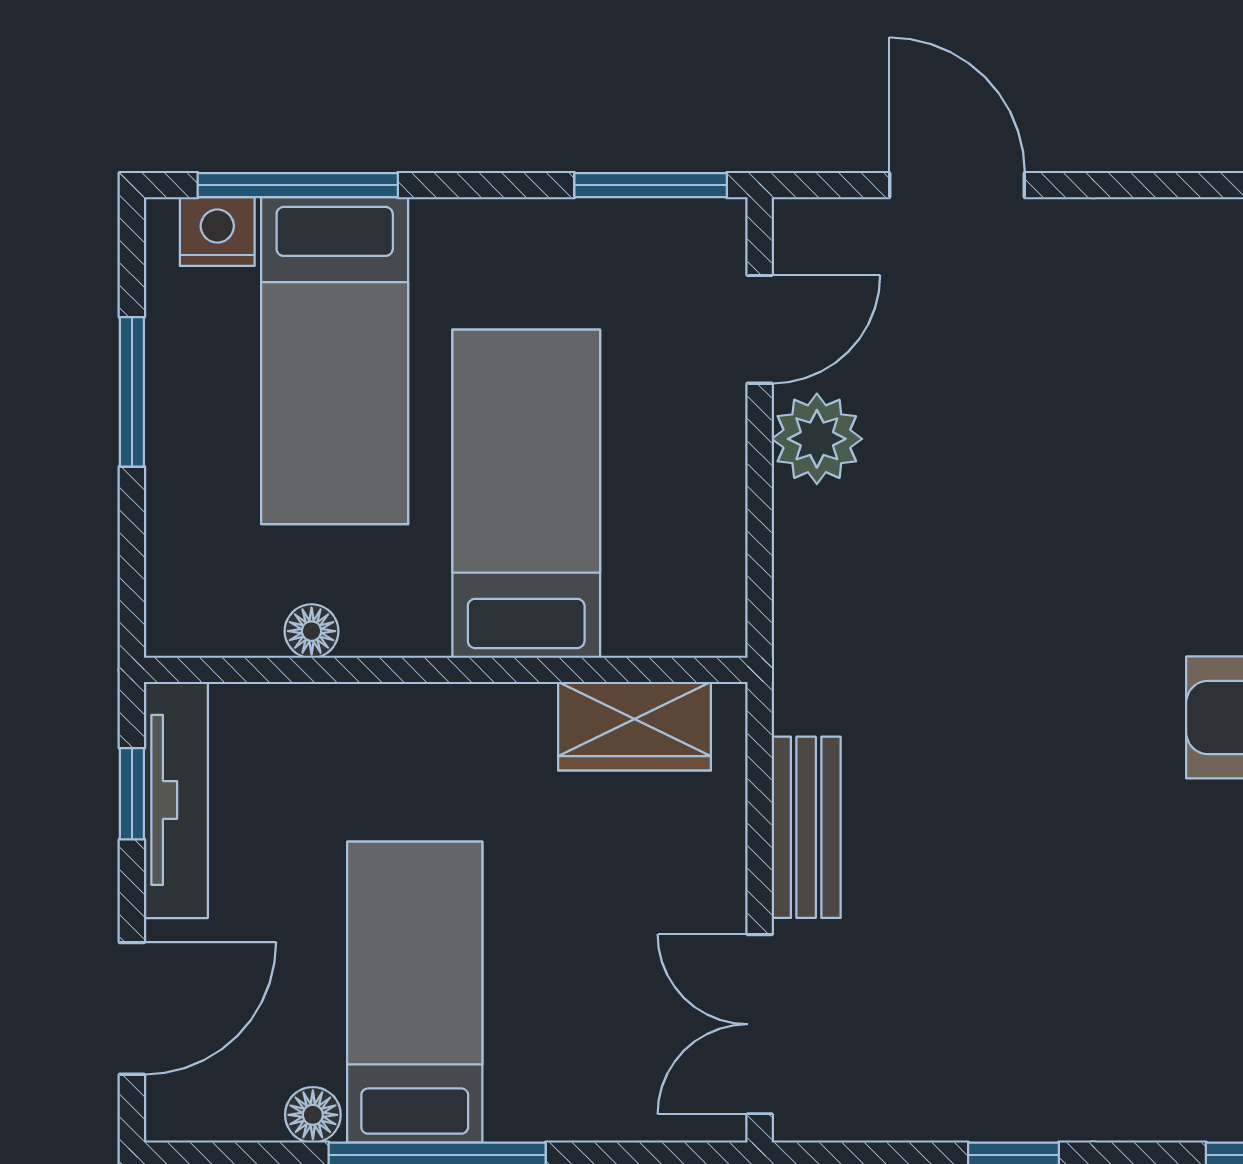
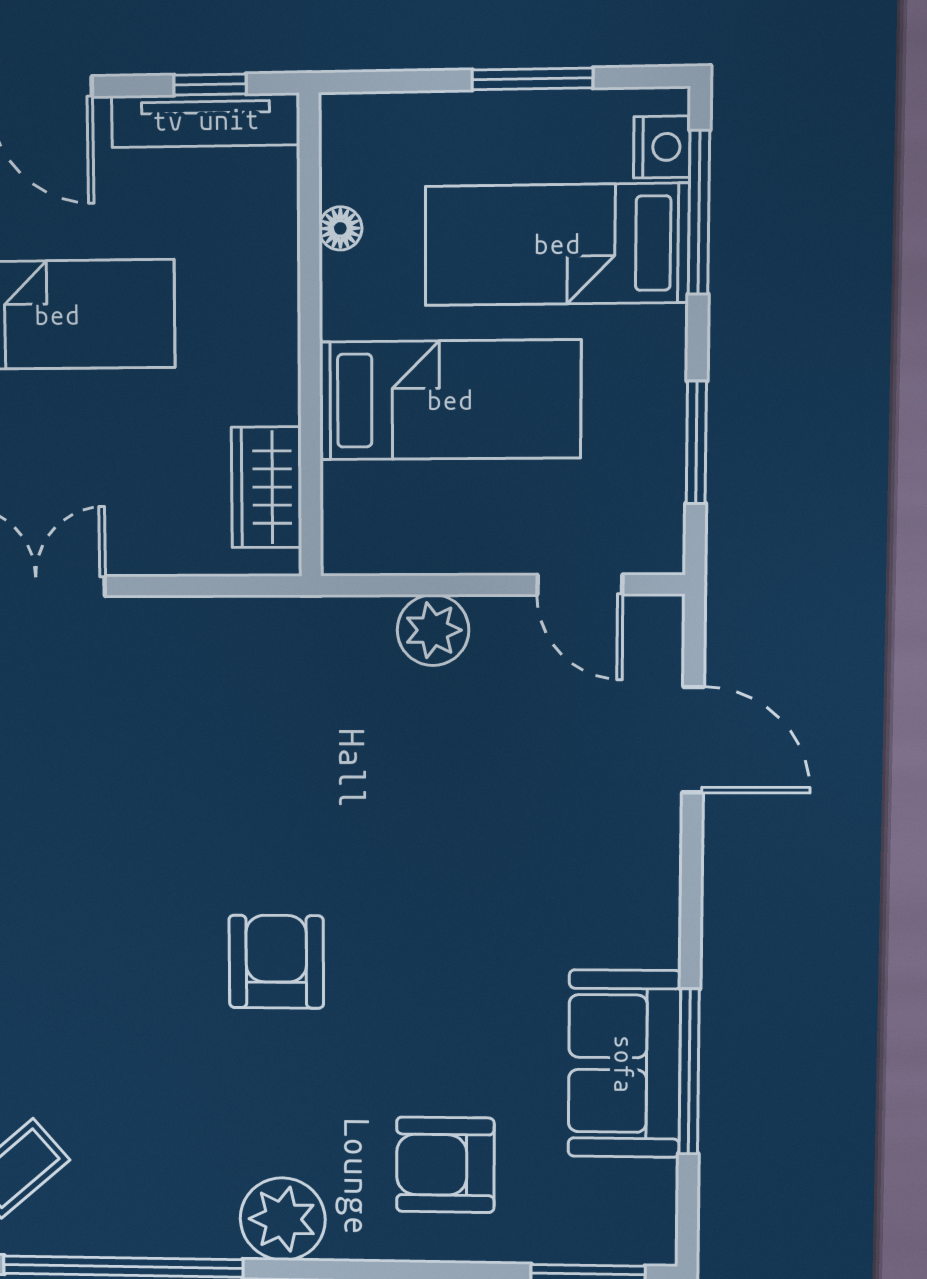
window: (651, 185) -> (696, 442), moved
door: (957, 185) -> (693, 740), hinge flipped
plant: (817, 439) -> (433, 630), moved
bench: (806, 827) -> (189, 622), removed

